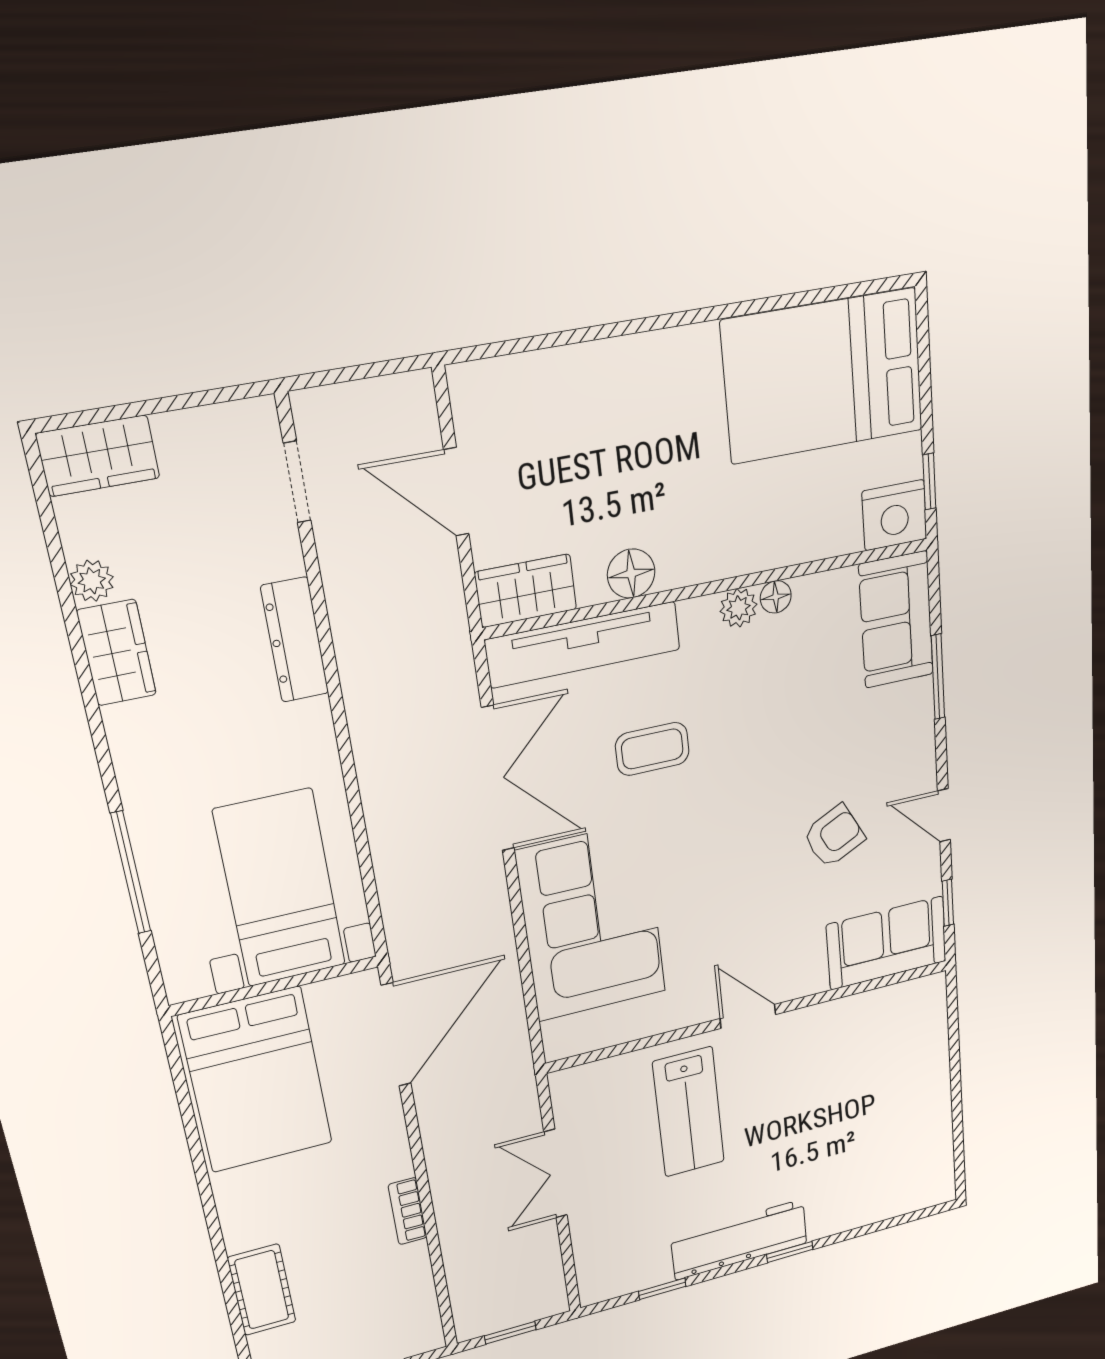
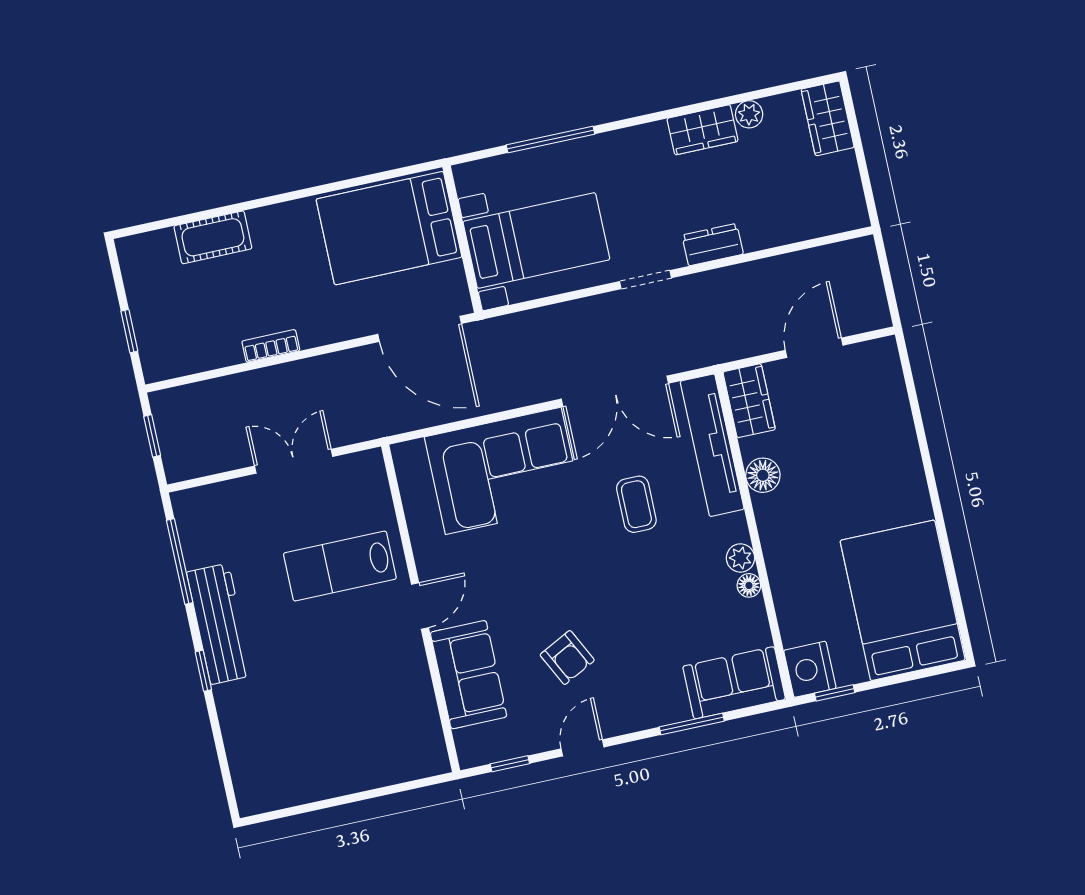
doorway: (297, 482) -> (646, 280), moved
dresser: (295, 640) -> (713, 245), width x0.70
sofa: (887, 943) -> (469, 675), moved
window: (662, 1289) -> (180, 561), width x2.17

